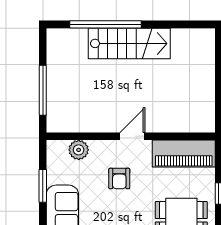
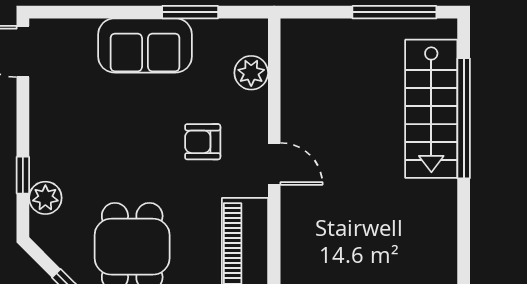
stairs: (129, 43) -> (431, 109), moved
window: (43, 90) -> (394, 12), moved

